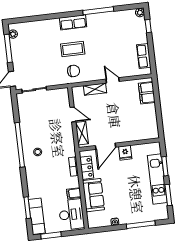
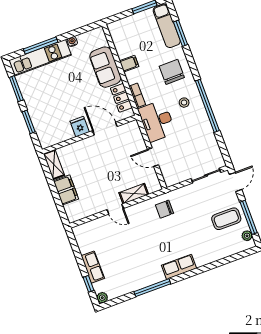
coffee table: (73, 49) -> (226, 219), moved
row of seats: (144, 56) -> (93, 267), moved
filing cabinet: (147, 93) -> (66, 190), moved
shelving: (82, 133) -> (54, 164), moved
door: (105, 146) -> (105, 129), hinge flipped
chair: (41, 179) -> (172, 72), added
kitchen unit: (157, 179) -> (40, 58), moved, turned 90
desk: (71, 214) -> (157, 121), moved

